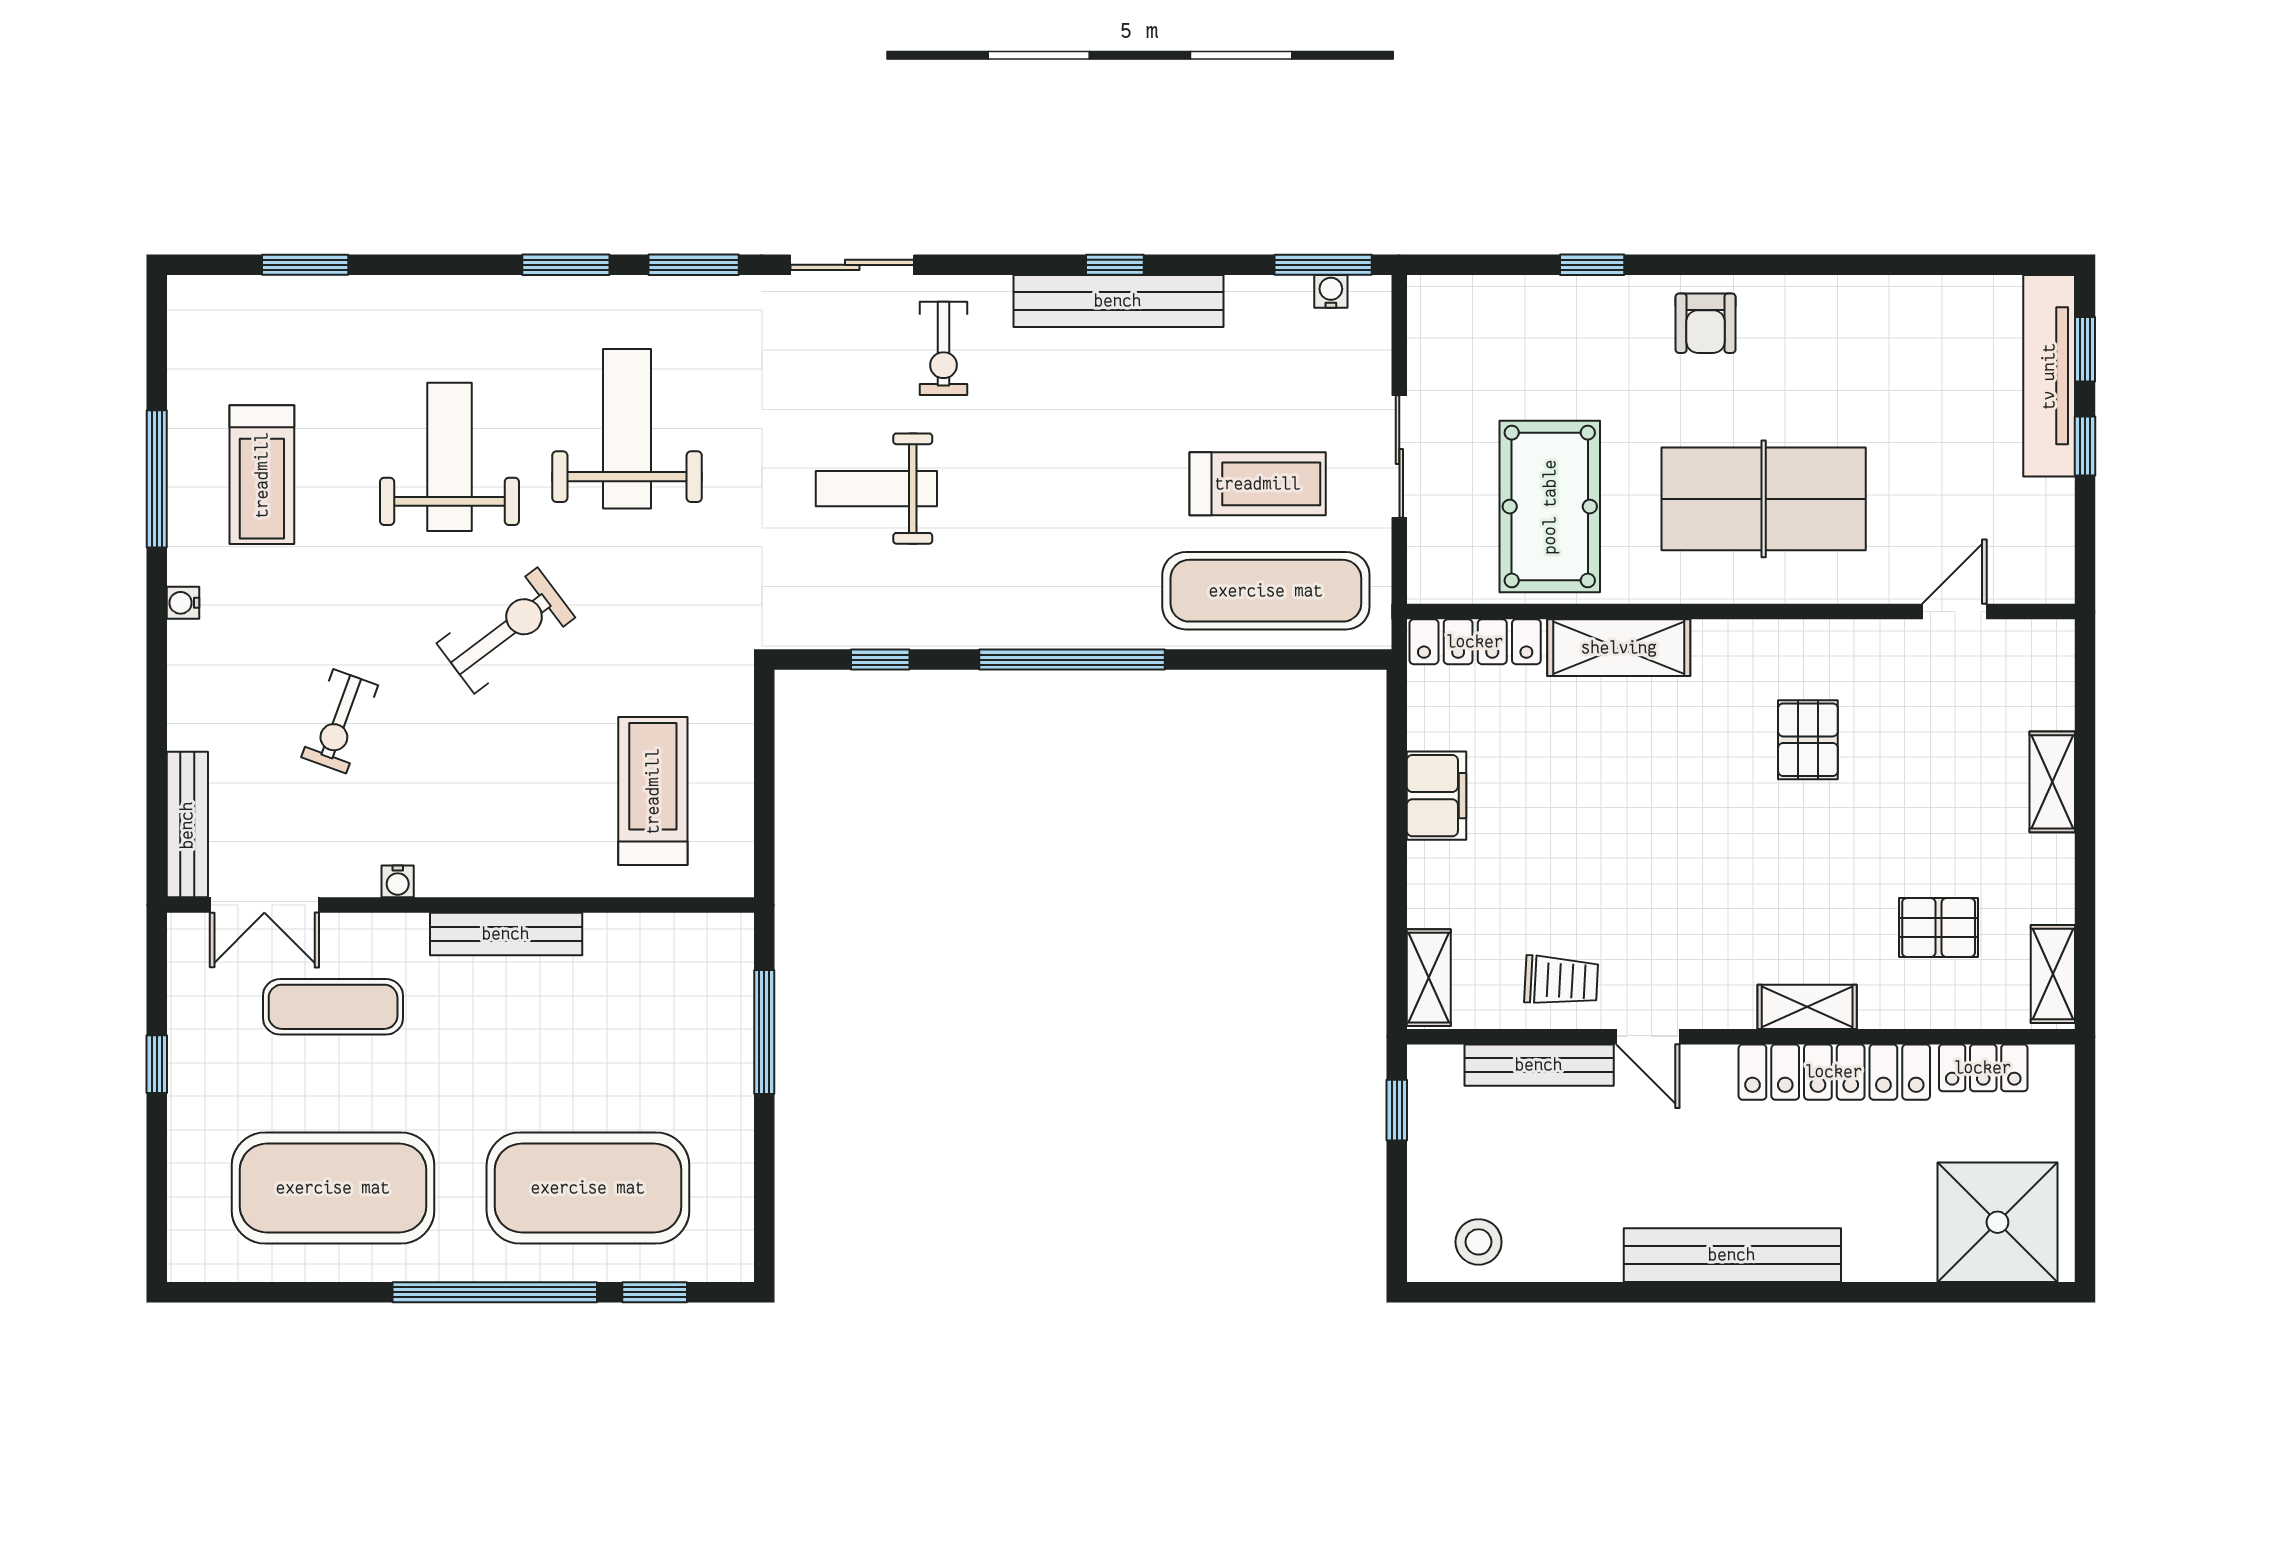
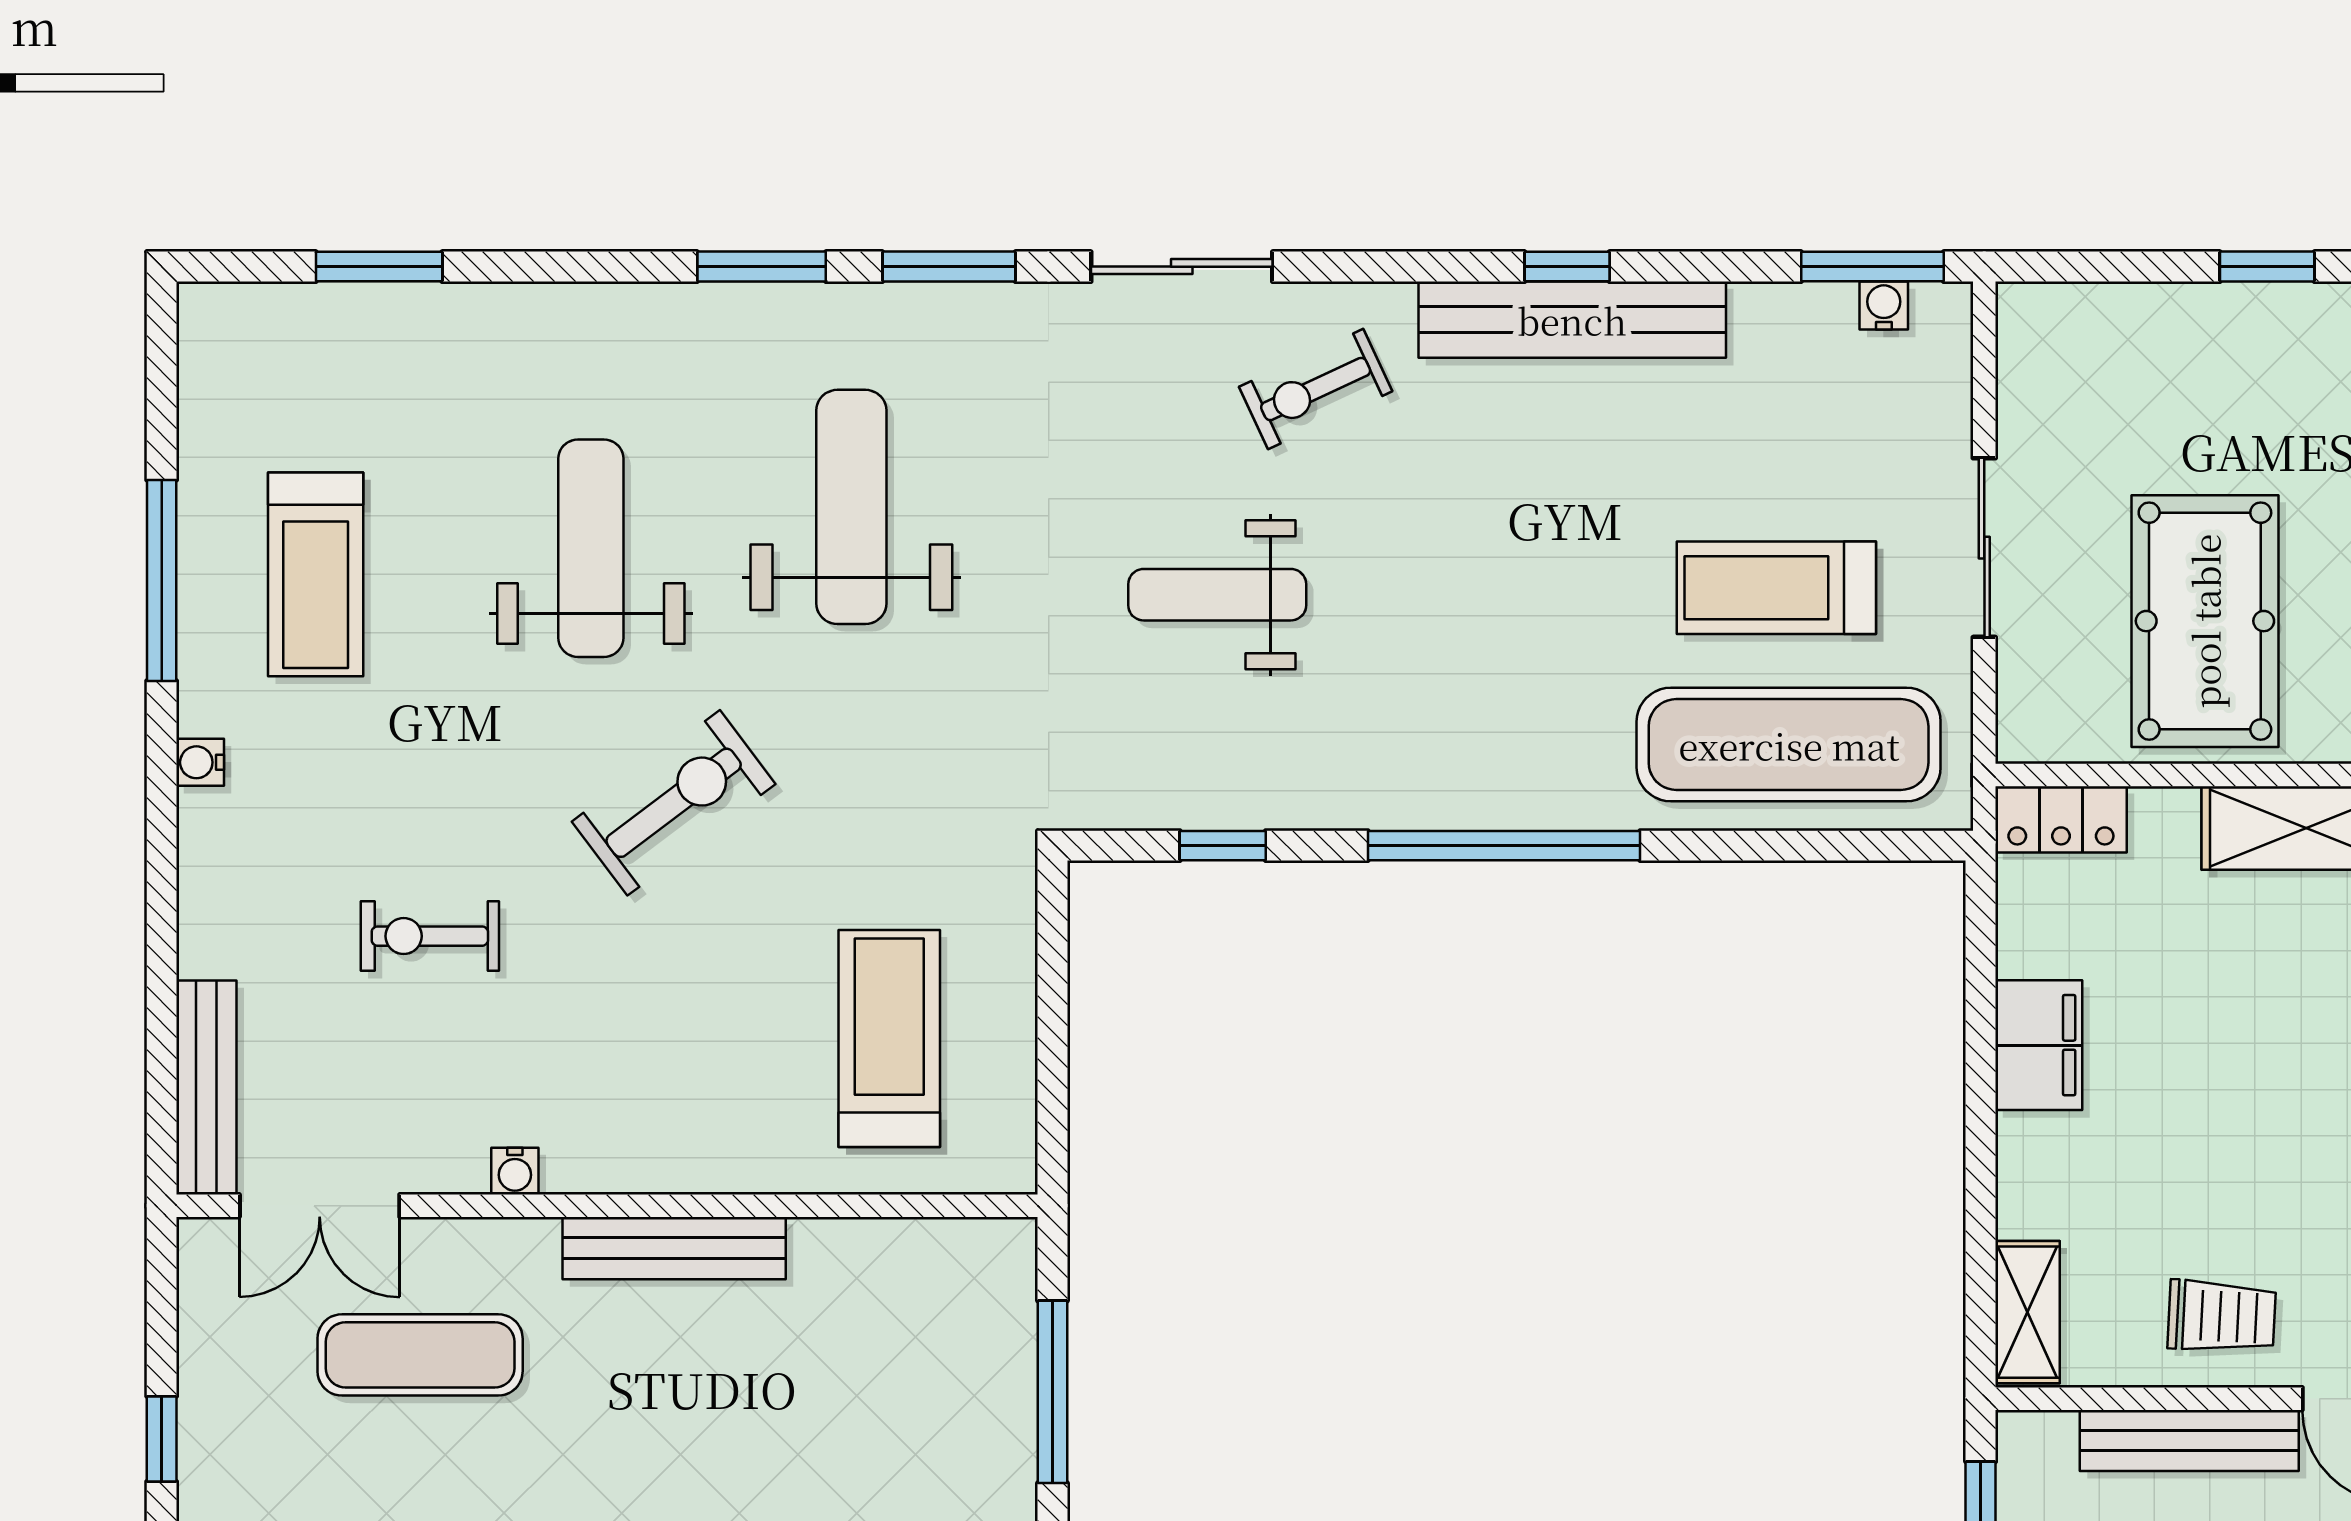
exercise bike: (943, 348) -> (1316, 389), turned 65
treadmill: (1258, 484) -> (1776, 588), turned 180
locker: (1475, 642) -> (2061, 819), width x0.66
exercise bike: (340, 721) -> (430, 936), turned 70

